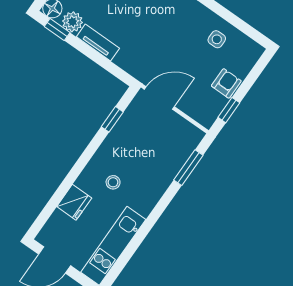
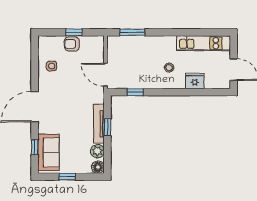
window: (57, 29) -> (107, 127), moved
tv unit: (98, 43) -> (99, 124), width x1.41
window: (229, 110) -> (74, 32), moved

